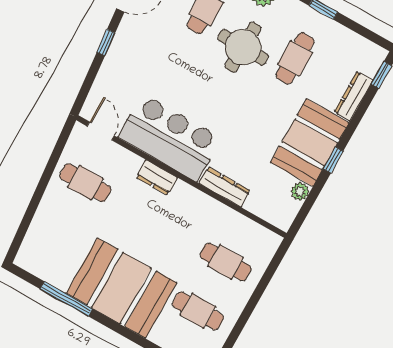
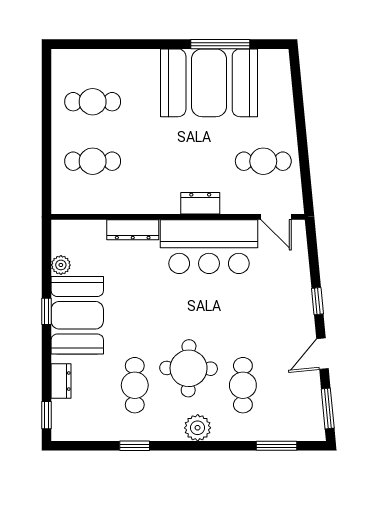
dresser: (354, 96) -> (61, 381), width x0.70
booth: (121, 288) -> (209, 83), moved

